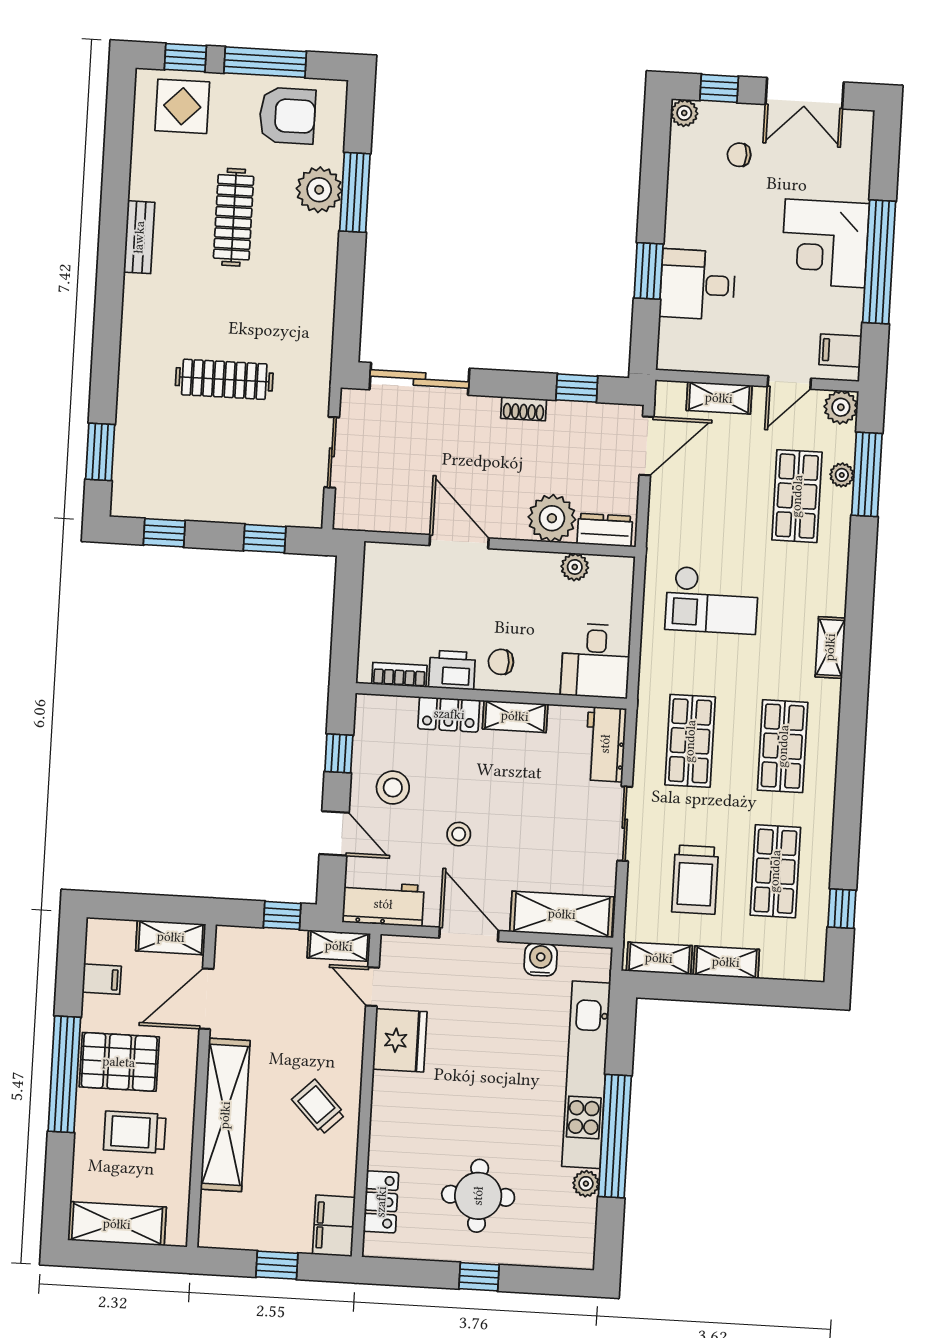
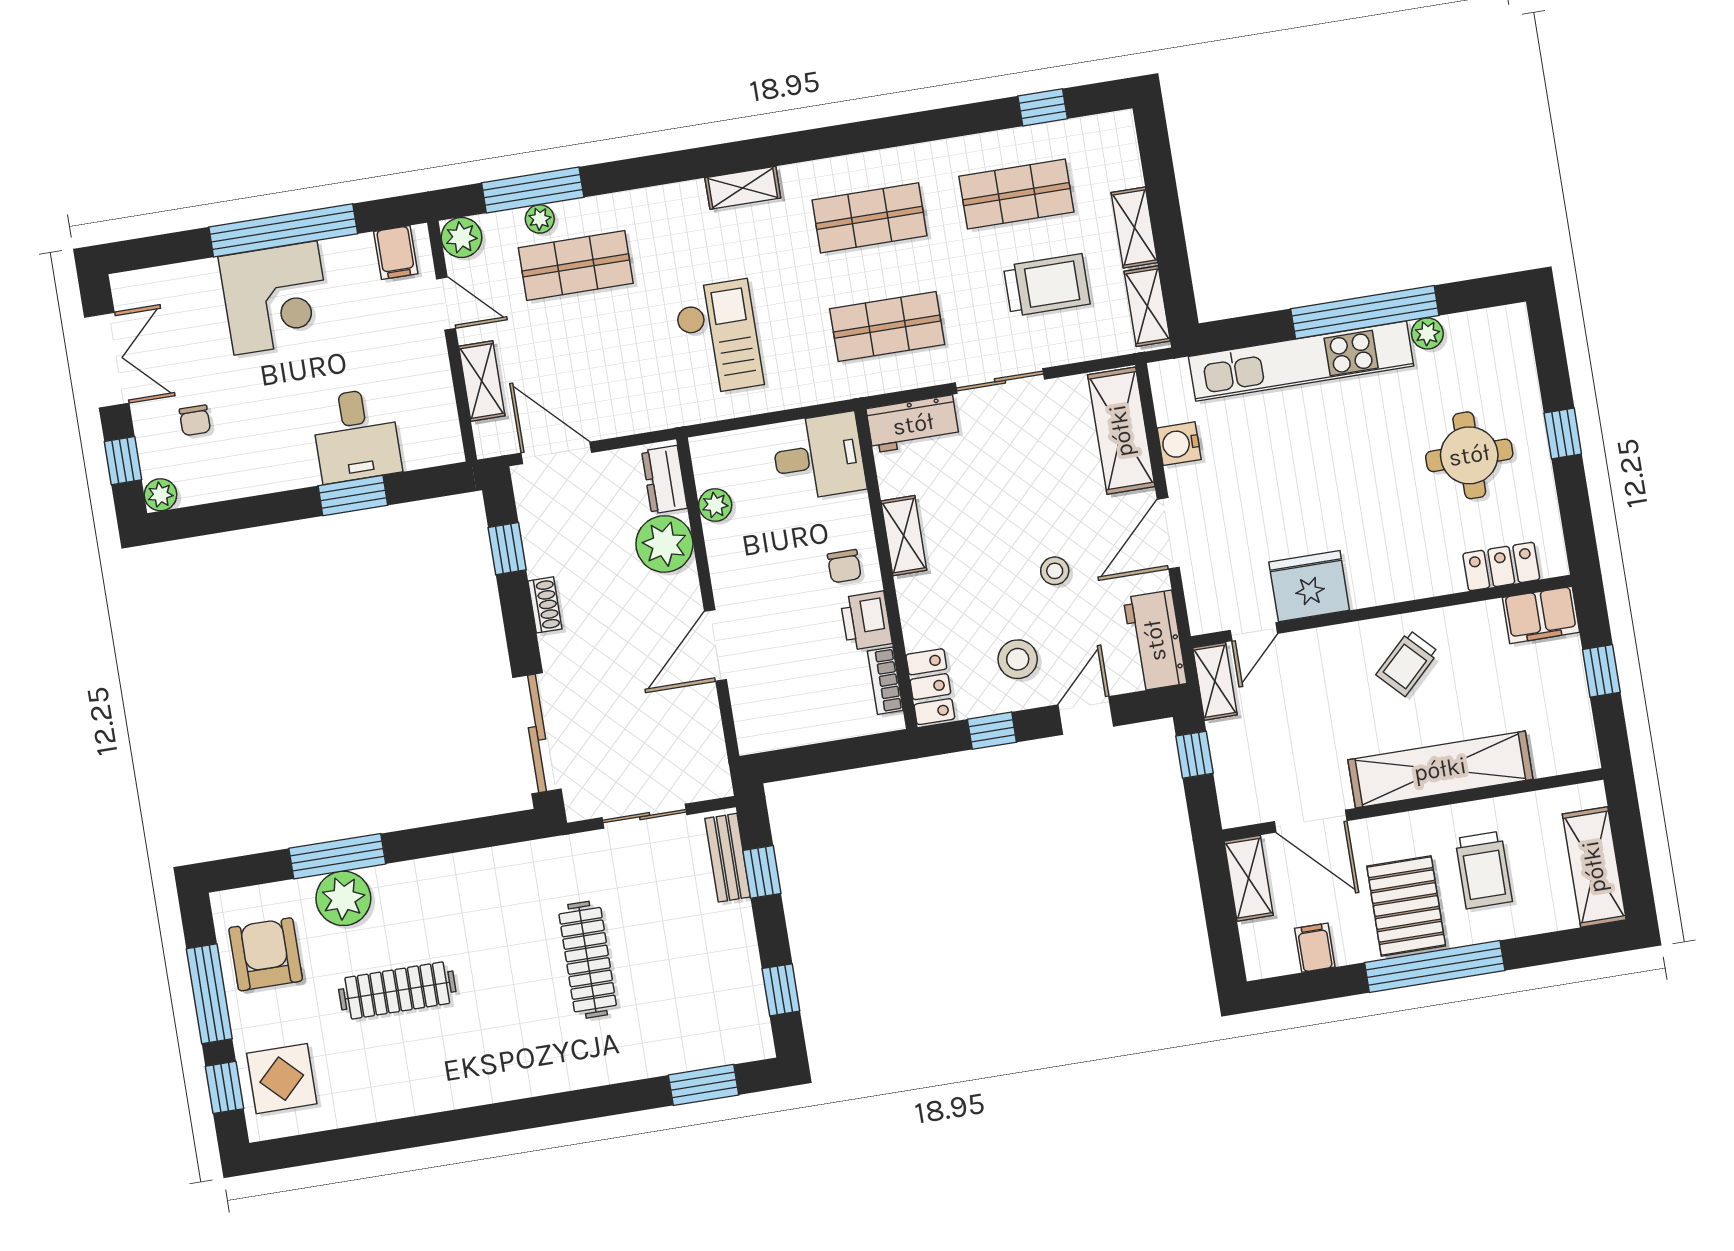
bench: (139, 237) -> (728, 858), moved, turned 90
locker: (449, 714) -> (930, 687), moved

